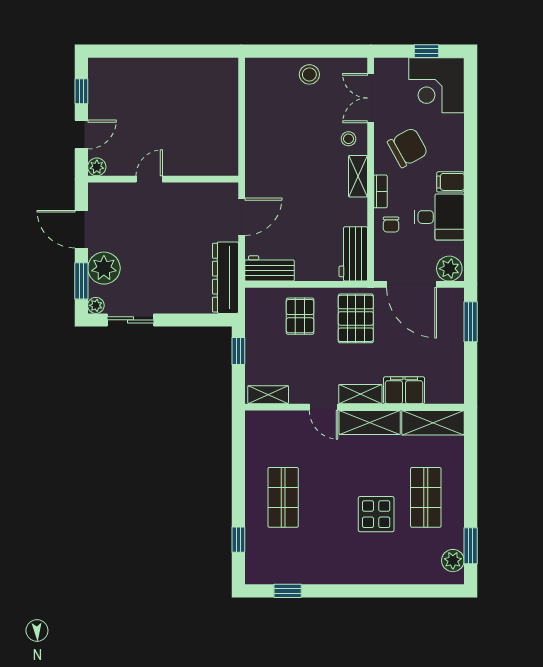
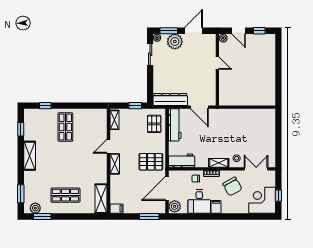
stool: (309, 74) -> (267, 140), removed
workbench: (269, 268) -> (175, 125), width x1.37
pallet: (300, 316) -> (154, 124), moved, turned 90
filing cabinet: (404, 390) -> (117, 209), moved, width x0.50
shelving: (370, 422) -> (30, 156), moved
shop shelf: (283, 497) -> (65, 127), turned 90
display table: (376, 514) -> (57, 171), removed
window: (423, 591) -> (21, 194), added

